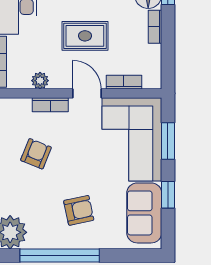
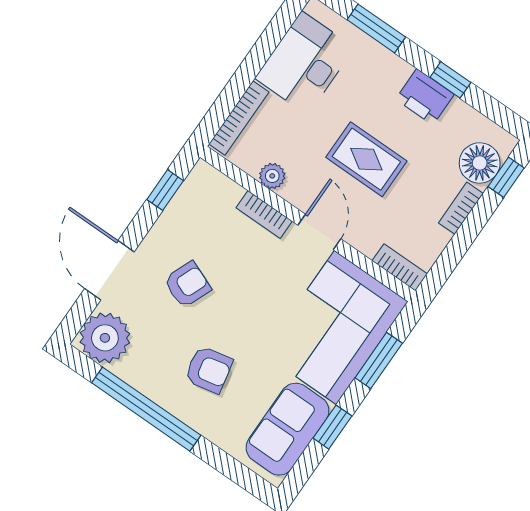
bookcase: (124, 82) -> (400, 267), moved
armchair: (36, 154) -> (187, 285), moved

